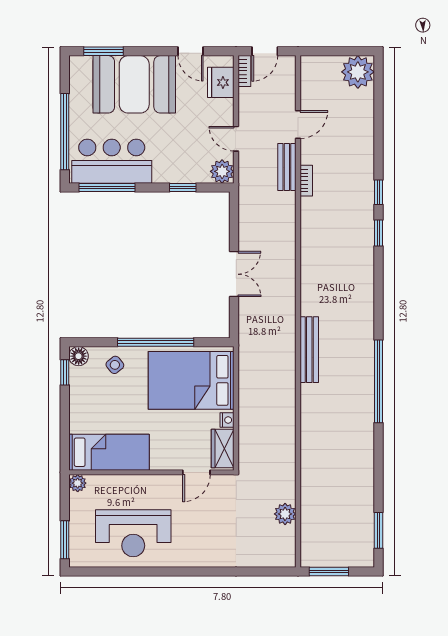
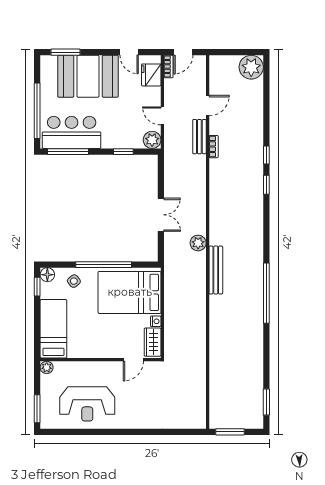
bed: (109, 452) -> (53, 329), moved, turned -90
plant: (285, 514) -> (198, 243), moved

